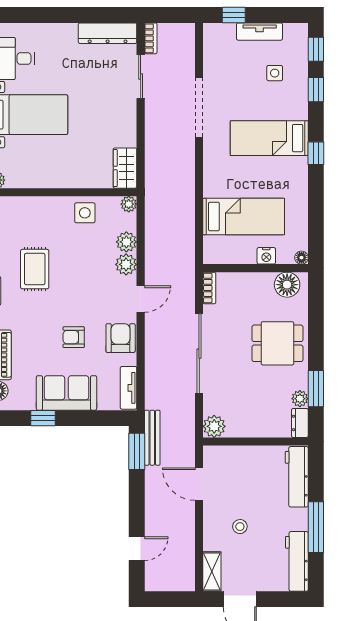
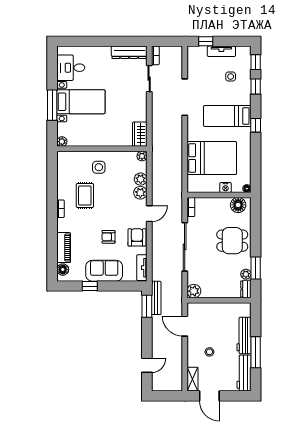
side table: (85, 213) -> (99, 167), moved
bed: (244, 217) -> (212, 158), width x1.50
workbench: (297, 477) -> (244, 336), moved

